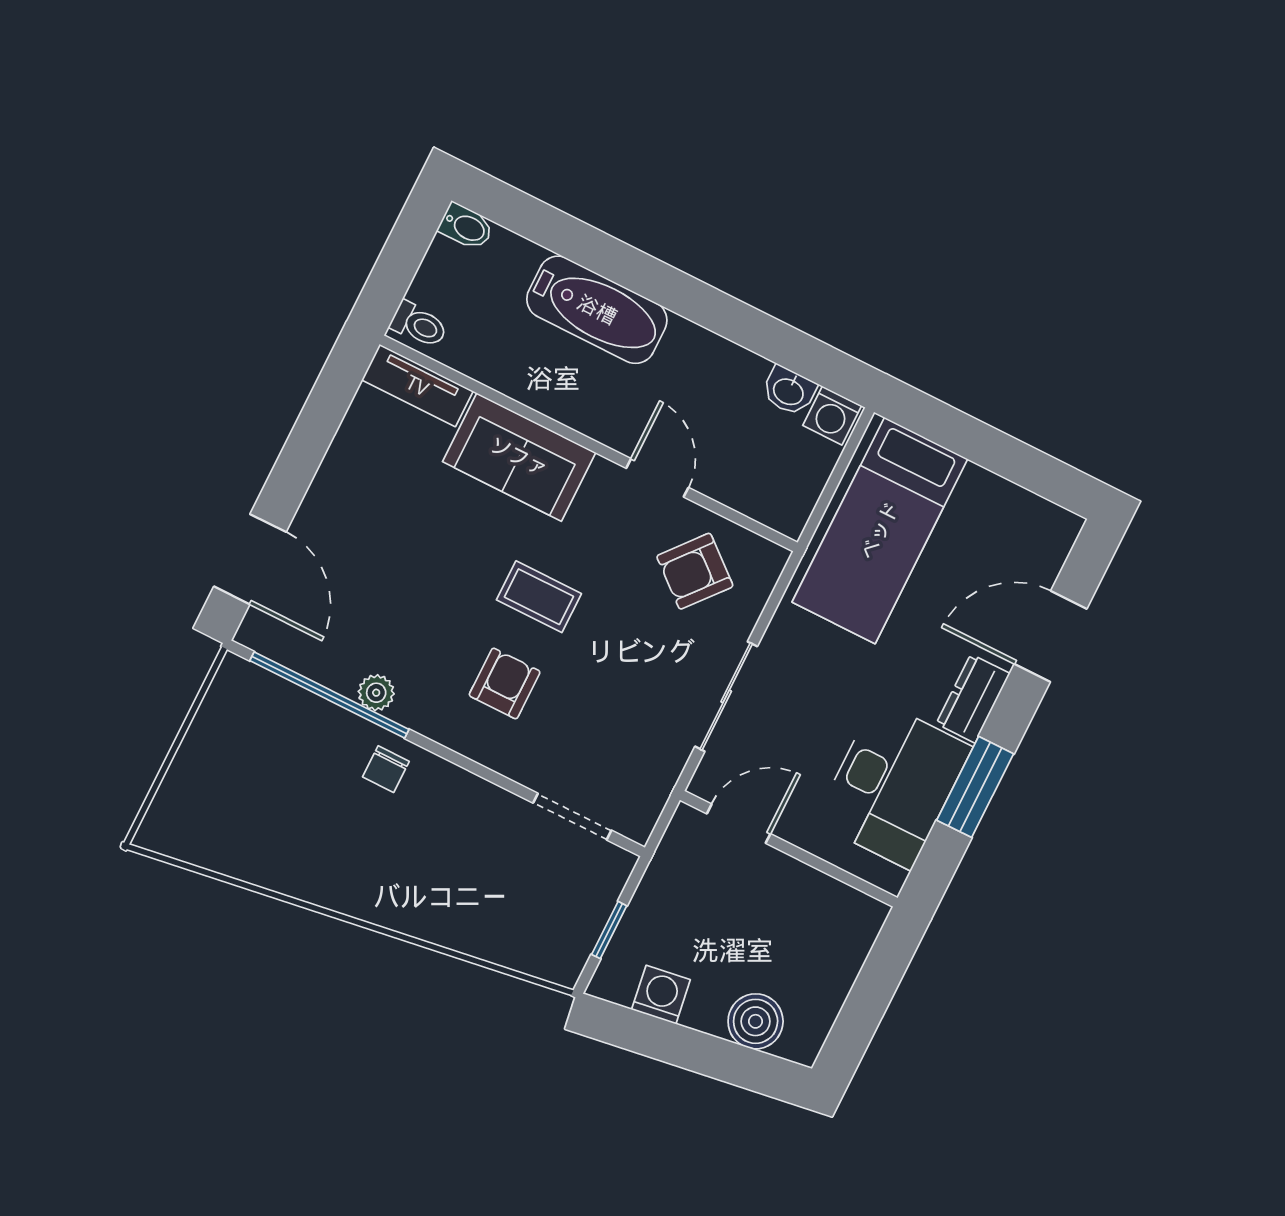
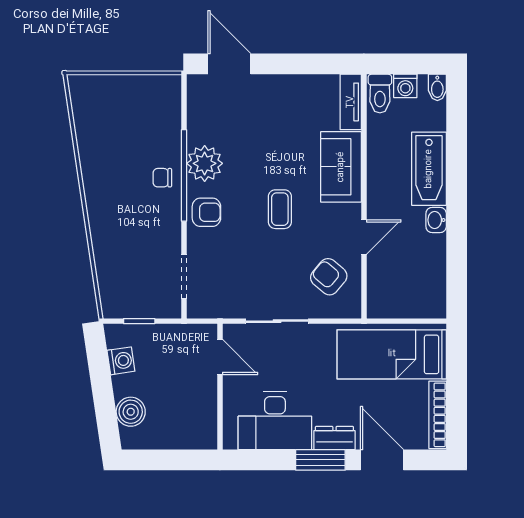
toilet: (419, 325) -> (380, 94), width x1.37, depth x1.39
washbasin: (789, 391) -> (436, 220), moved
washing machine: (832, 416) -> (405, 86), moved, turned -90
bookcase: (1021, 504) -> (438, 415), added
door: (250, 559) -> (229, 64), swing flipped
armchair: (505, 683) -> (206, 212), moved
plant: (376, 693) -> (205, 163), width x1.88, depth x1.88
window: (329, 695) -> (184, 175), moved
window: (975, 787) -> (320, 460), moved

